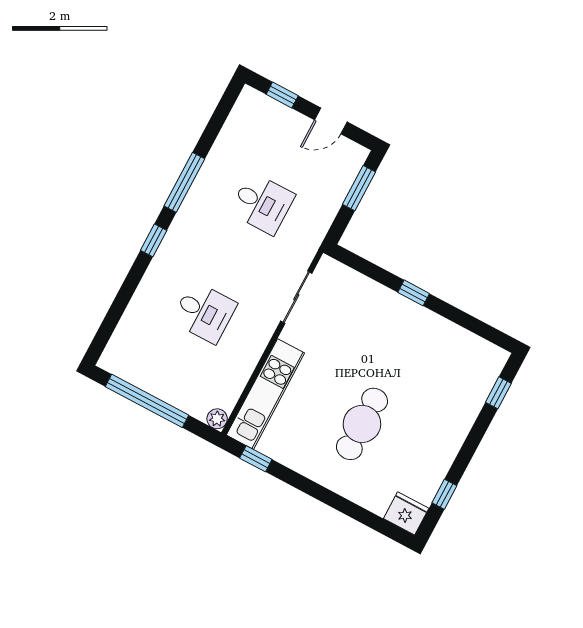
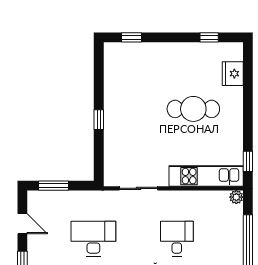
desk: (262, 203) -> (93, 239), width x1.37
fridge: (406, 513) -> (233, 74), moved

